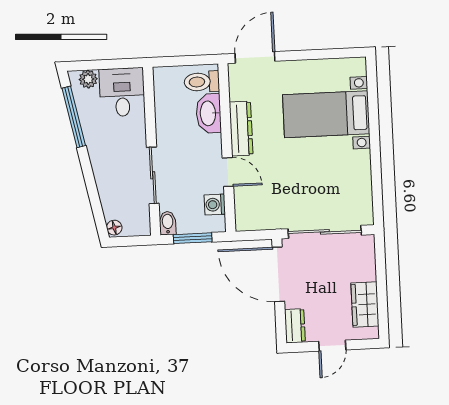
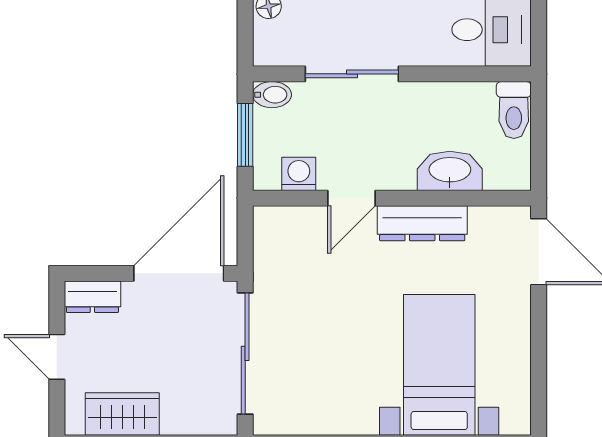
toilet: (202, 82) -> (514, 110), moved, turned 180

